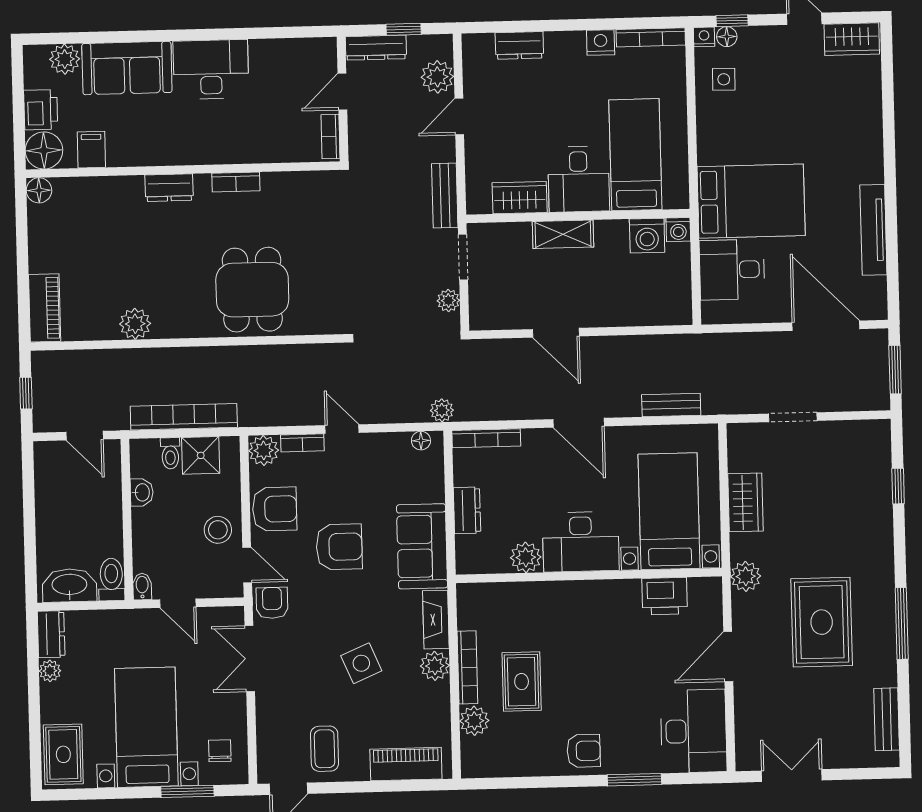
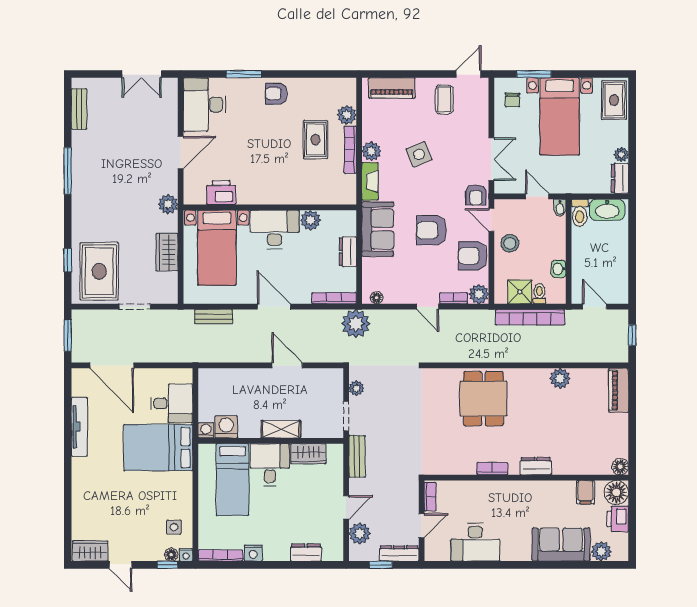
desk: (211, 69) -> (475, 542), moved
plant: (442, 410) -> (356, 324), width x1.88, depth x1.88
rug: (822, 622) -> (99, 271), moved

